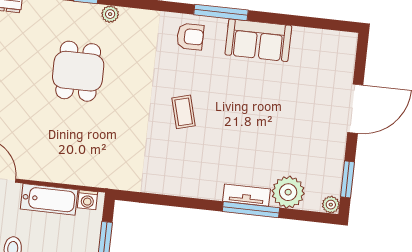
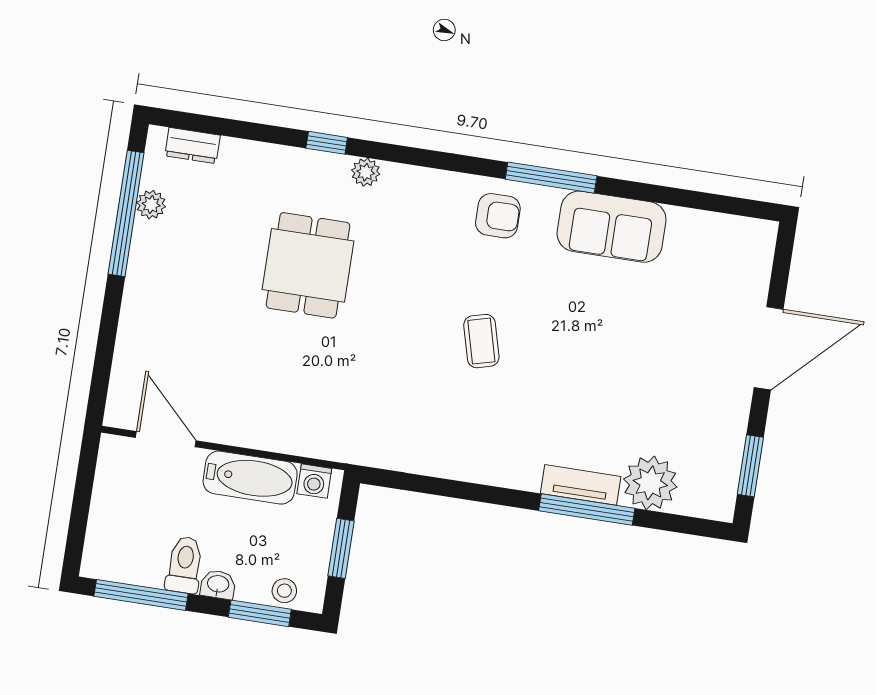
plant: (331, 205) -> (721, 507), removed

